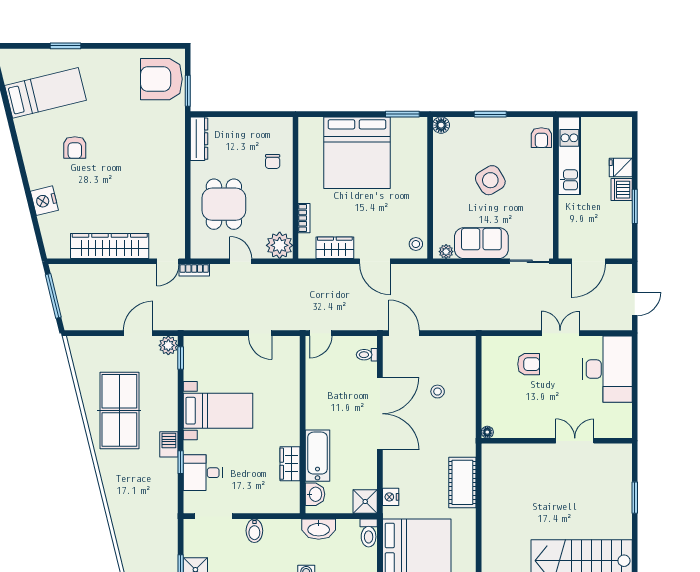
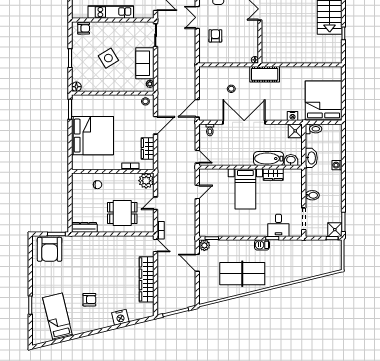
kitchen unit: (569, 156) -> (111, 12), moved
bed with nightstands: (218, 411) -> (245, 189), moved, turned 180
cot: (462, 482) -> (265, 74), moved

